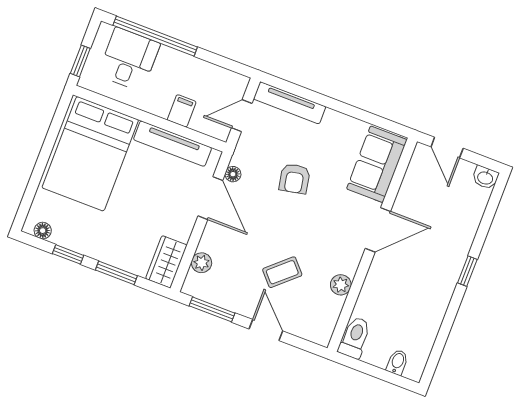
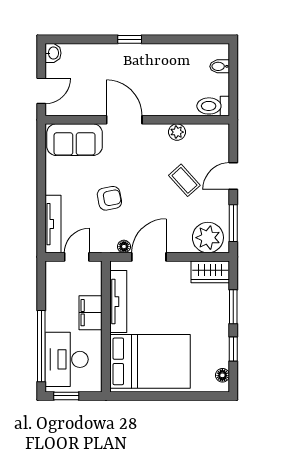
desk: (129, 59) -> (67, 359), width x1.37
window: (80, 61) -> (66, 396), moved
filing cabinet: (182, 111) -> (91, 313), width x2.00
door: (242, 116) -> (77, 257), swing flipped
plant: (201, 263) -> (208, 238), width x1.88, depth x1.88

